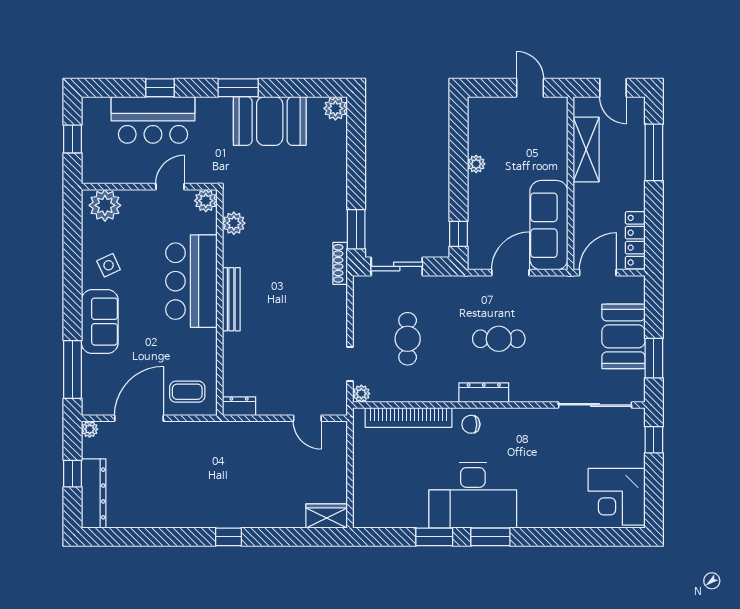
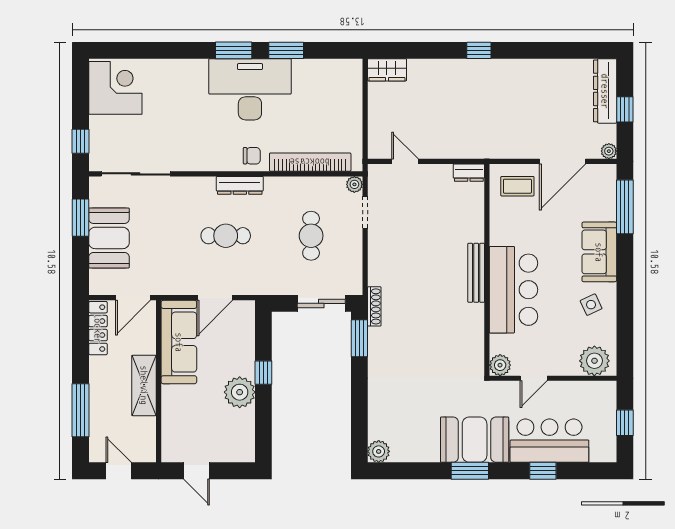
booth: (270, 121) -> (475, 440), moved
shelving: (586, 149) -> (144, 385), moved
plant: (476, 164) -> (240, 392), width x1.88, depth x1.88
plant: (234, 223) -> (474, 344), removed
window: (458, 234) -> (263, 373), moved

